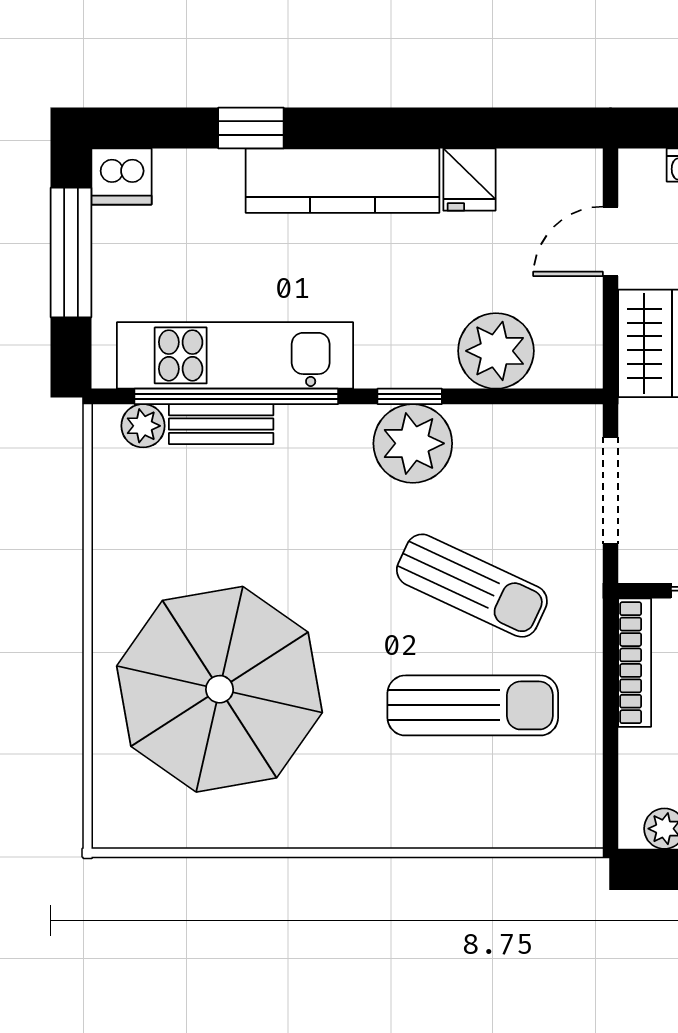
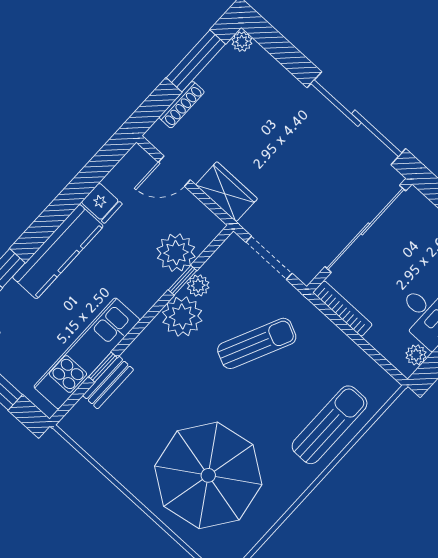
door: (610, 241) -> (174, 171), hinge flipped
window: (236, 396) -> (103, 367), width x0.32
window: (410, 396) -> (183, 280), moved
plant: (143, 426) -> (198, 286), moved
sun lounger: (473, 705) -> (330, 425), moved

